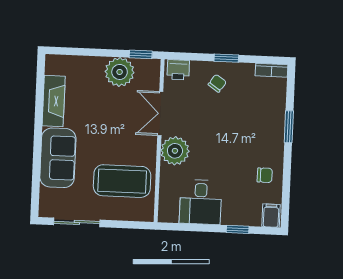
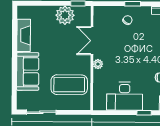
printer: (178, 70) -> (102, 12), removed
plant: (175, 151) -> (98, 64), width x0.53, depth x0.53
desk: (201, 202) -> (125, 96), width x1.37

